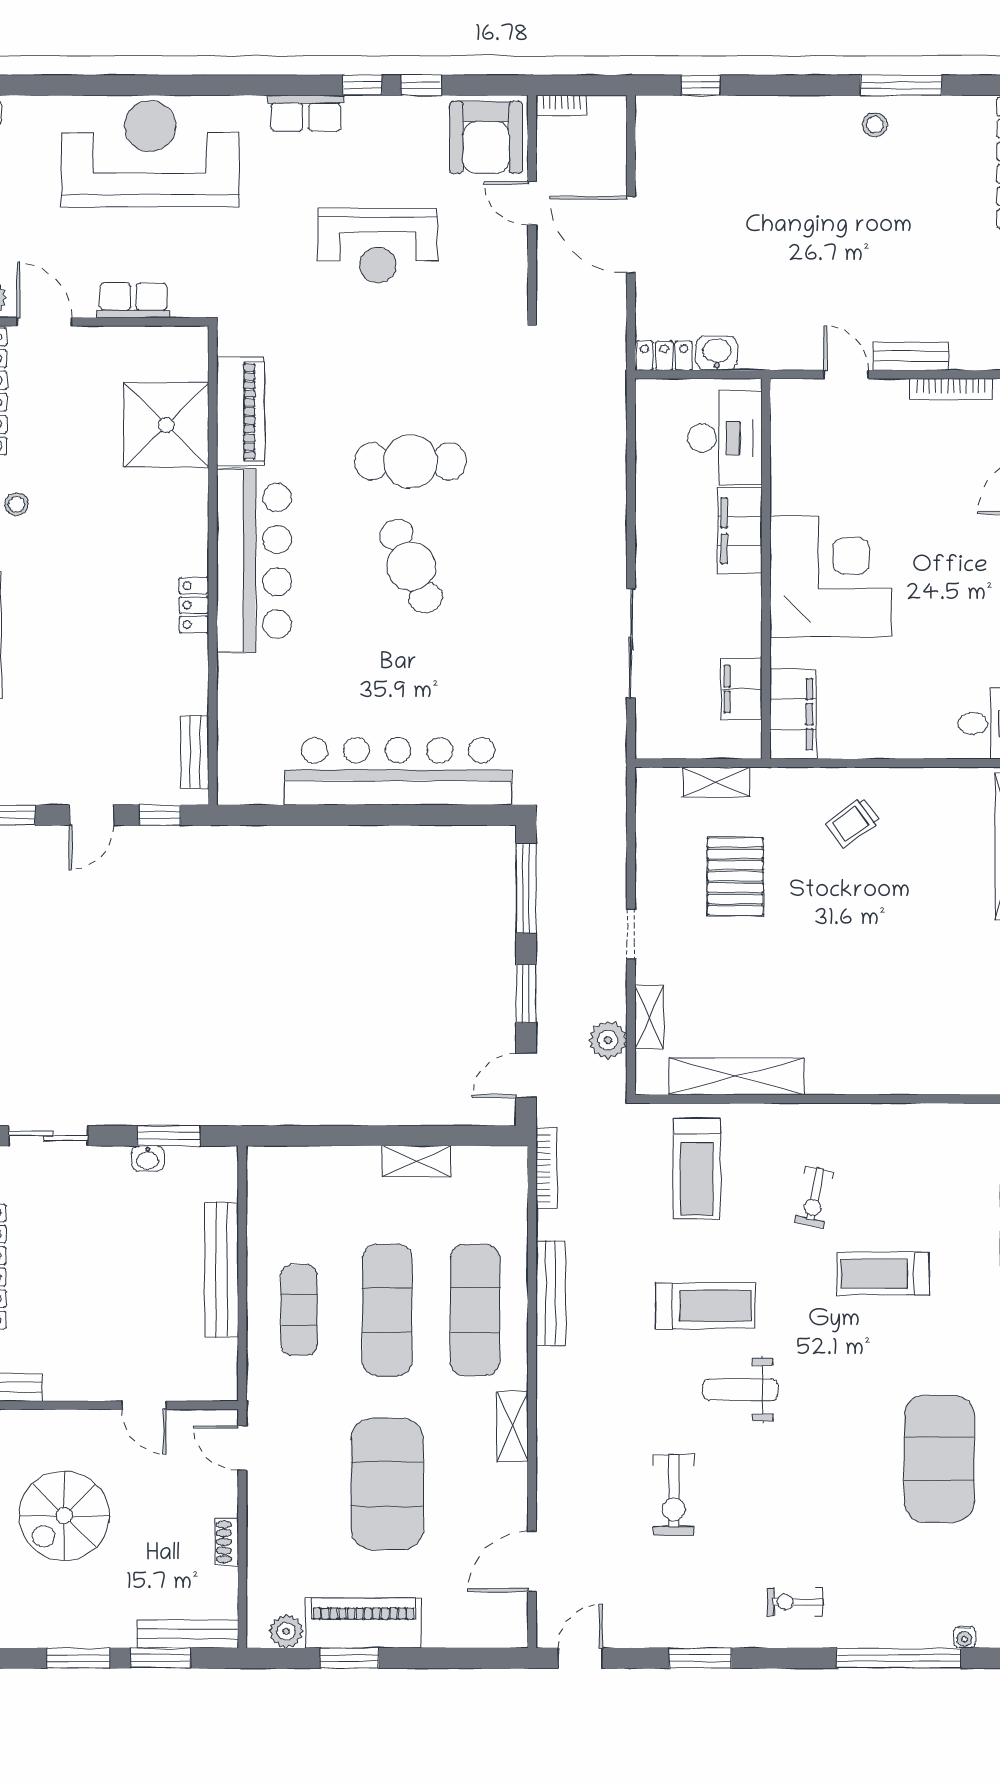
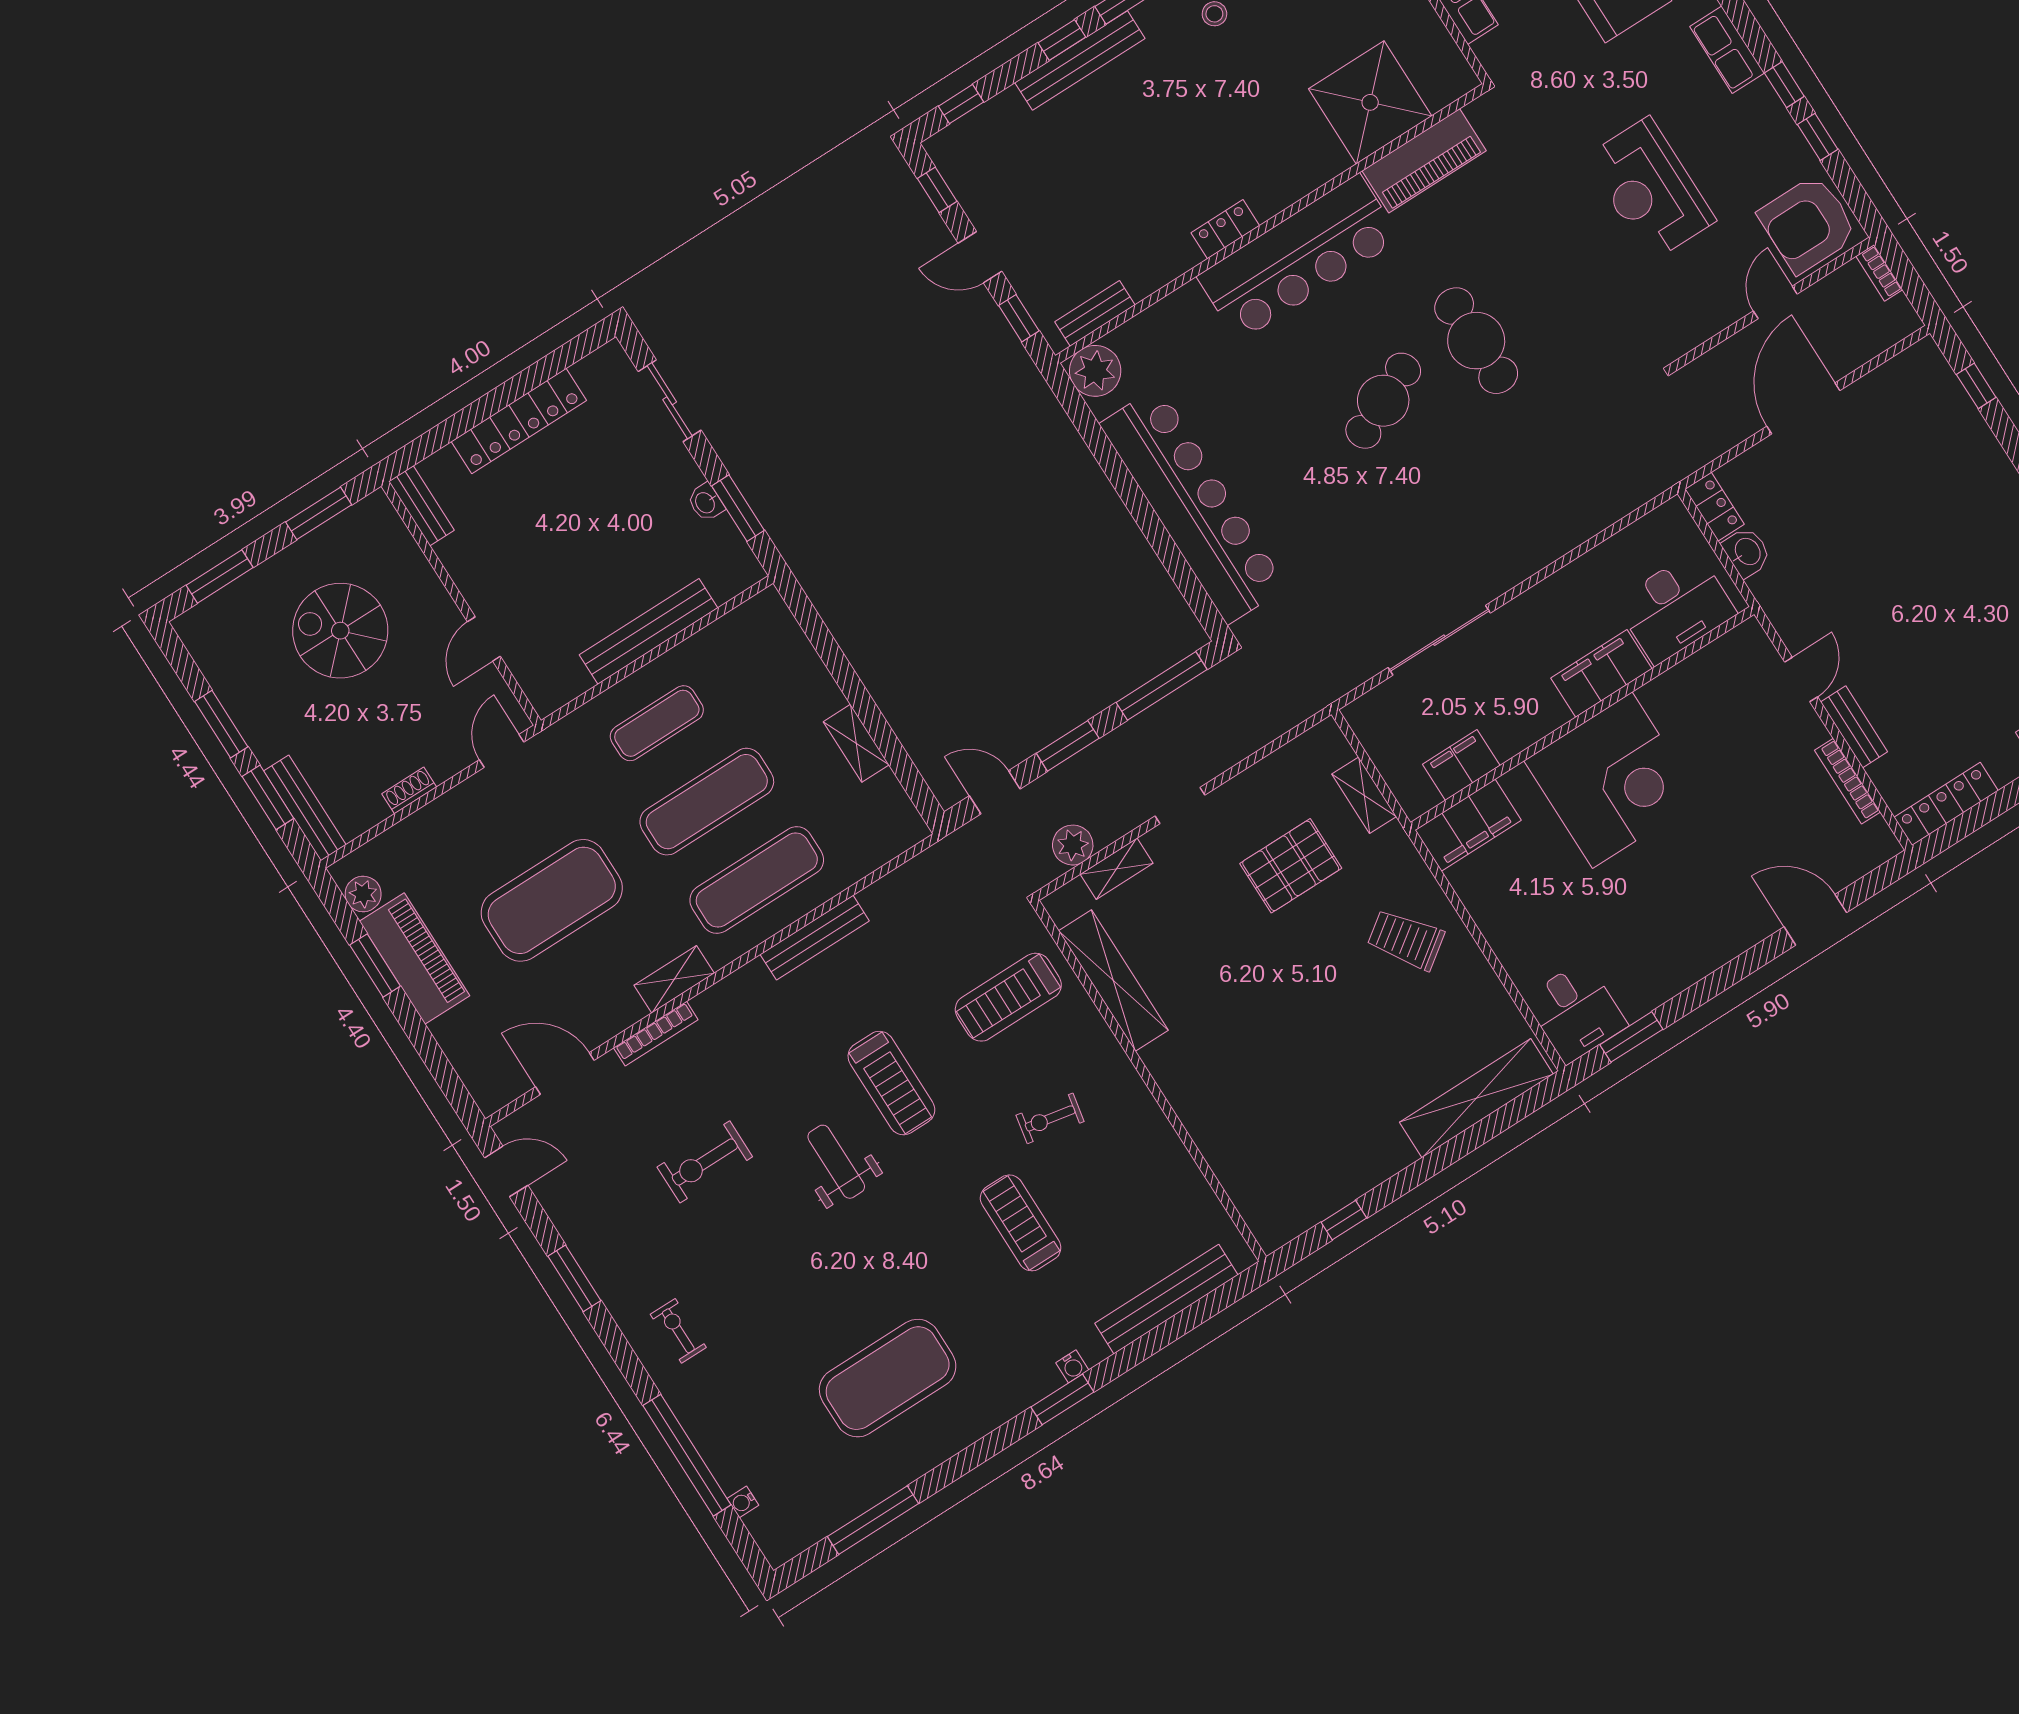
plant: (241, 781) -> (1095, 371), added
trolley: (853, 822) -> (1406, 940), width x1.36, depth x1.39
bookcase: (546, 1168) -> (656, 1034), moved

